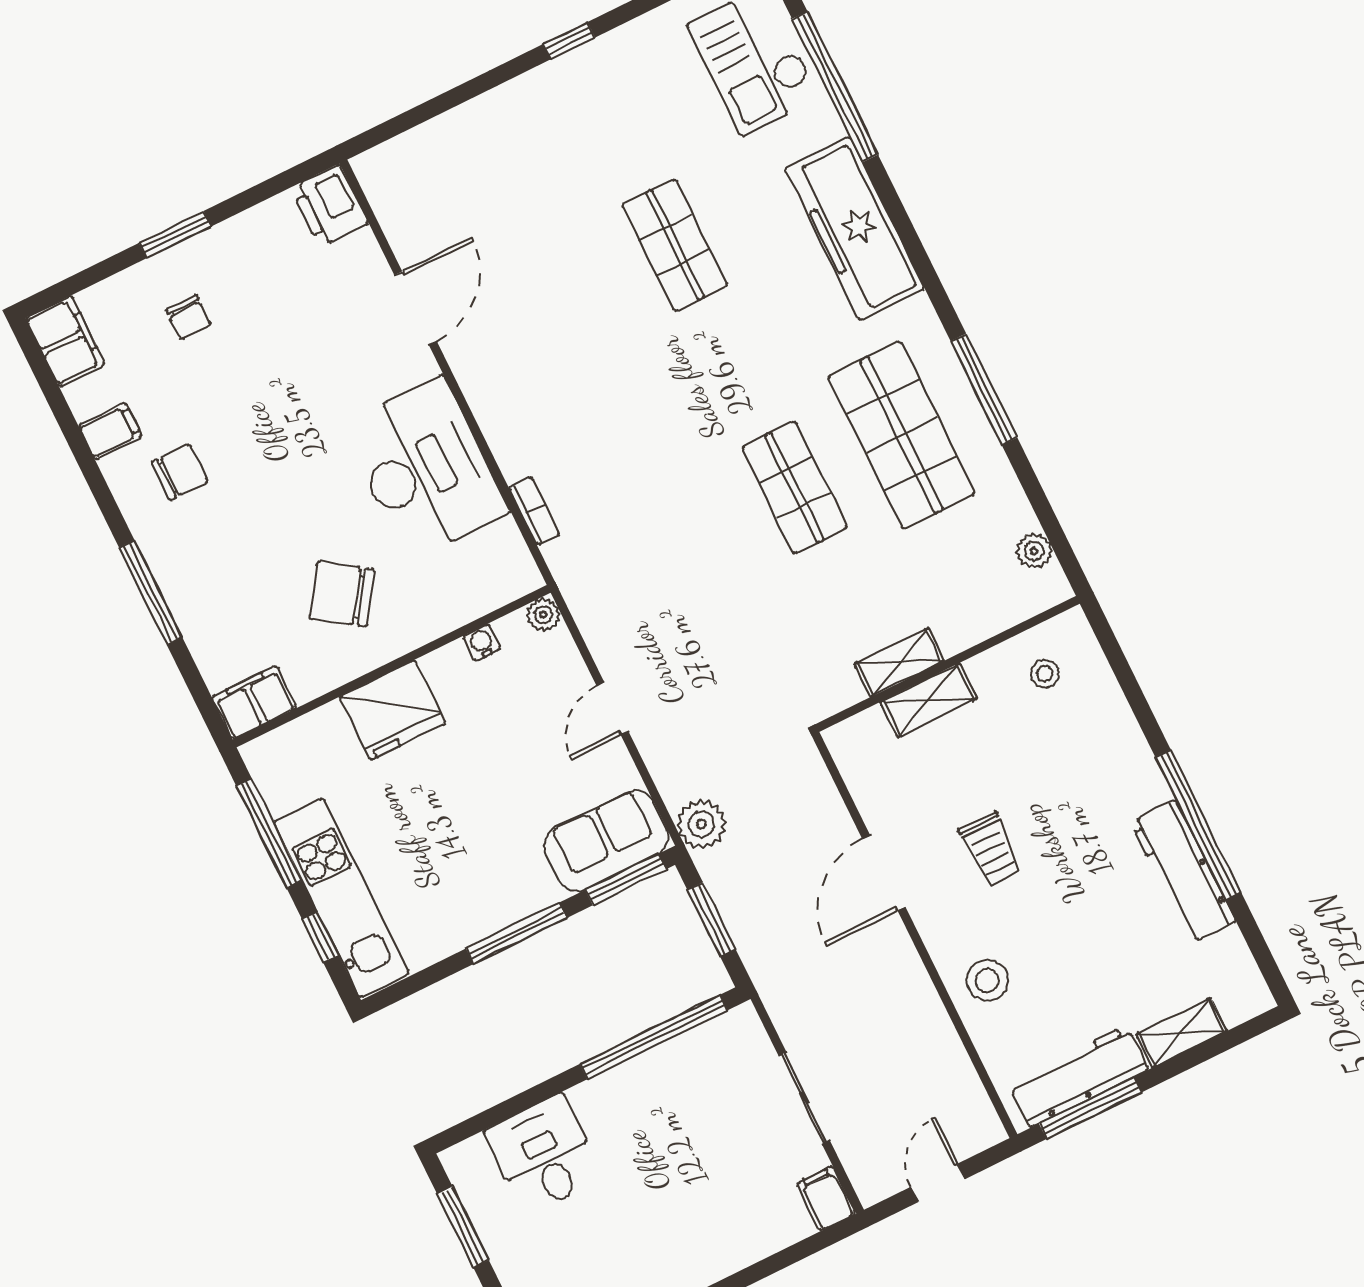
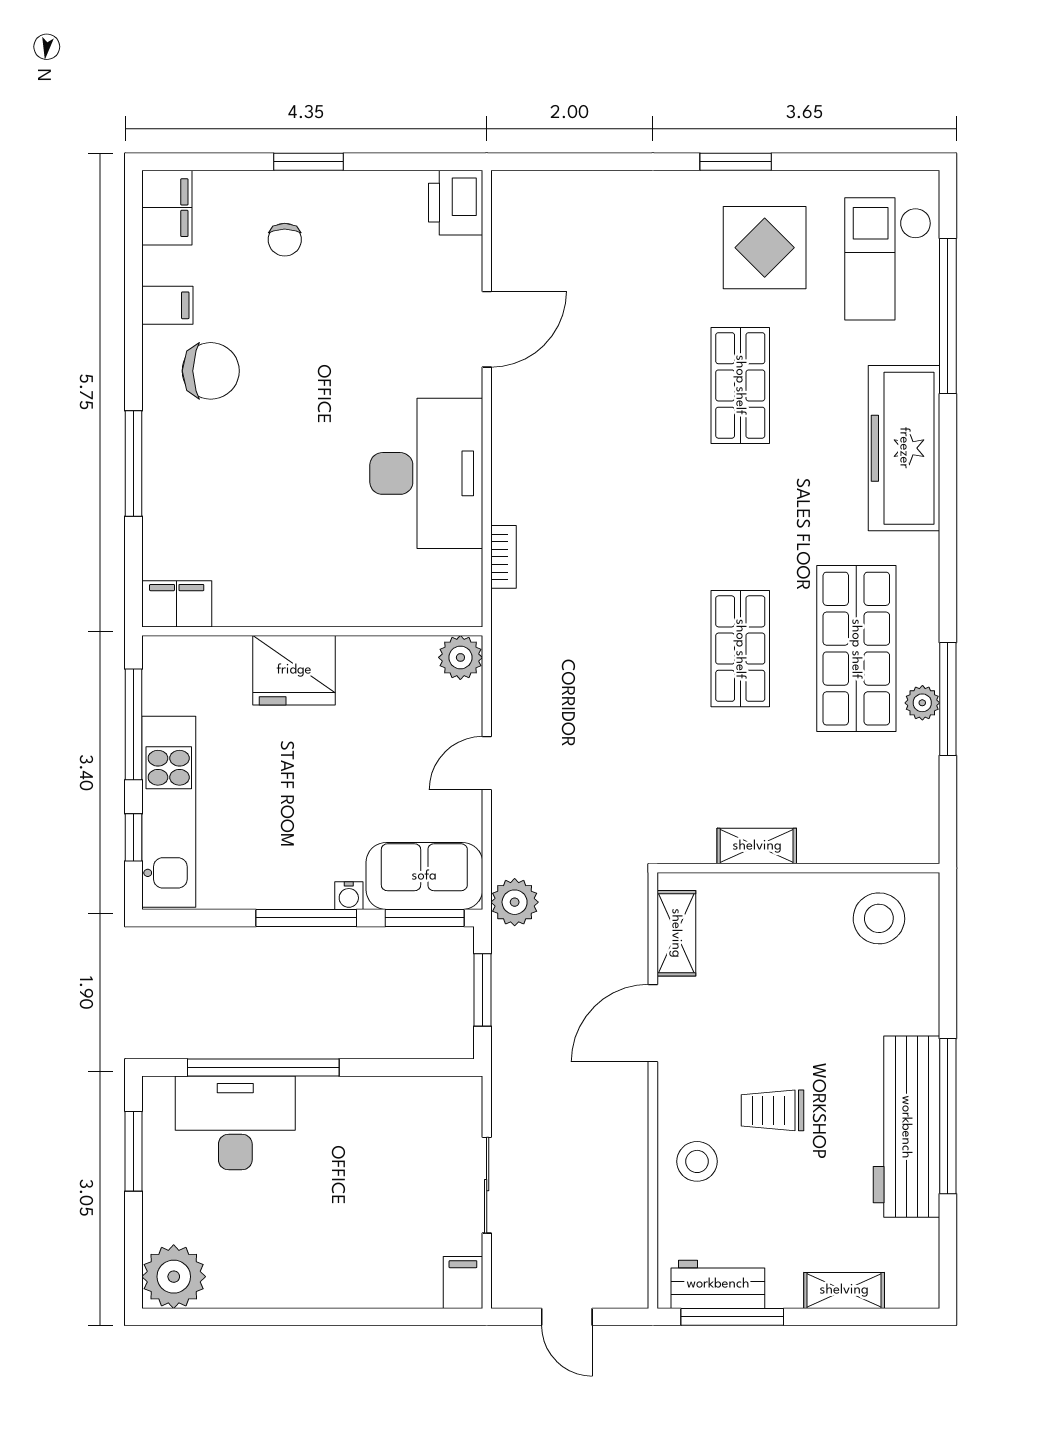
window: (569, 41) -> (736, 162), width x1.50
display table: (635, 107) -> (765, 248), added
window: (984, 389) -> (948, 699), moved
chair: (180, 472) -> (211, 371), width x1.37, depth x1.37
plant: (1034, 551) -> (922, 703), moved
chair: (342, 594) -> (299, 547), removed
plant: (543, 615) -> (460, 657), width x1.38, depth x1.38
water cooler: (482, 643) -> (349, 896), moved, turned 180
stool: (1045, 674) -> (879, 918), width x1.89, depth x1.89
shelving: (928, 700) -> (676, 933), moved, turned 90
trolley: (991, 849) -> (772, 1110), moved, turned 90
workbench: (1183, 872) -> (906, 1127), width x1.36, depth x1.32
window: (654, 1037) -> (263, 1068), moved
workbench: (1079, 1076) -> (718, 1284), width x0.73
desk: (544, 1155) -> (235, 1123), width x1.37
door: (938, 1183) -> (567, 1317), swing flipped

